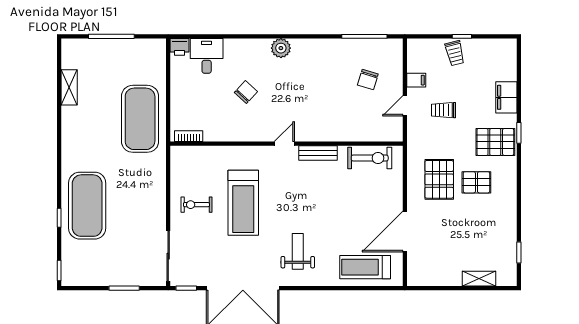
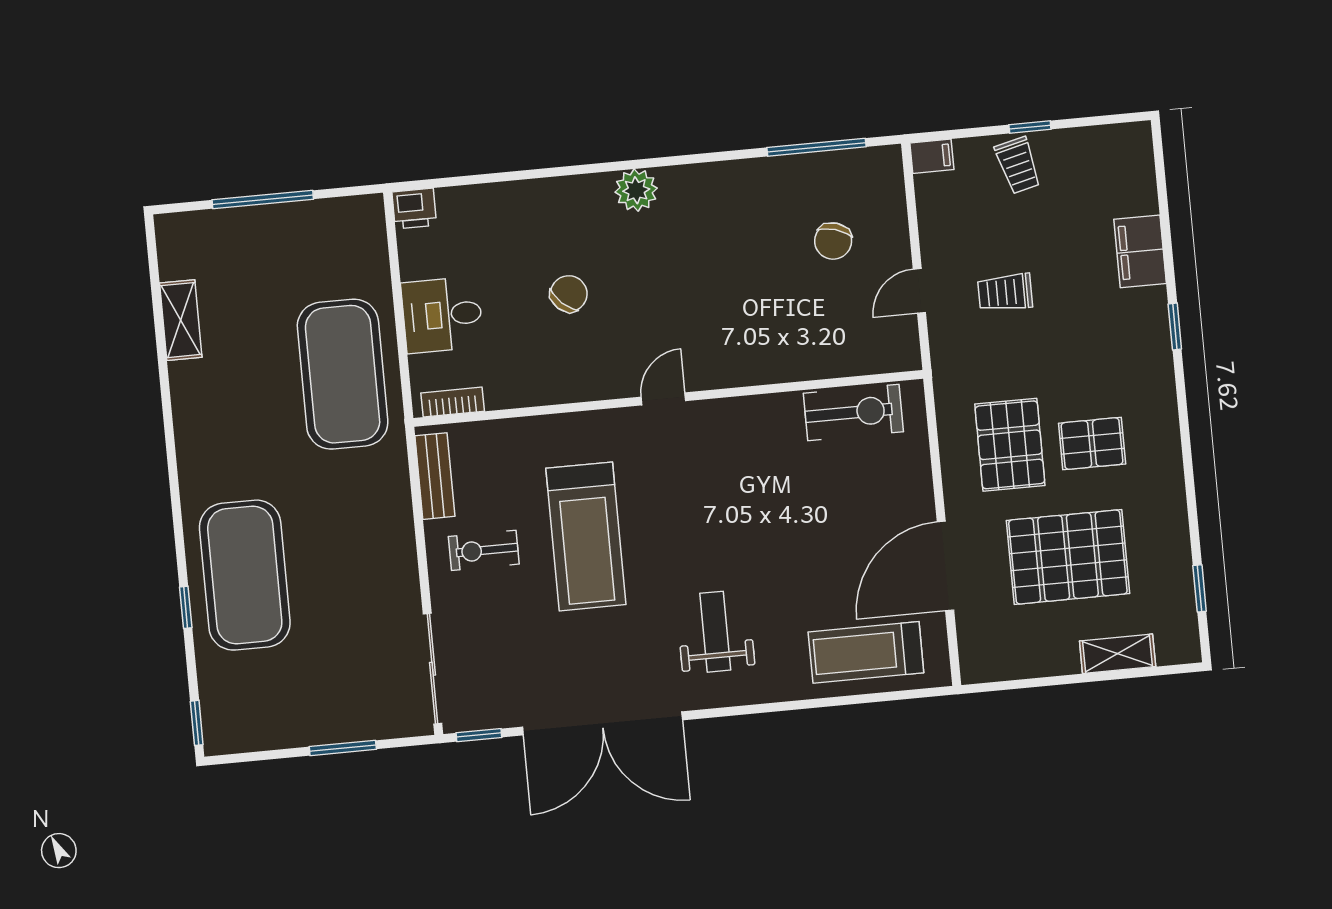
desk: (207, 56) -> (442, 315), moved, turned -90
filing cabinet: (416, 80) -> (932, 156), moved
pallet: (495, 142) -> (1068, 557), moved, width x1.37, depth x1.41
bench: (318, 153) -> (435, 476), moved, turned 90

